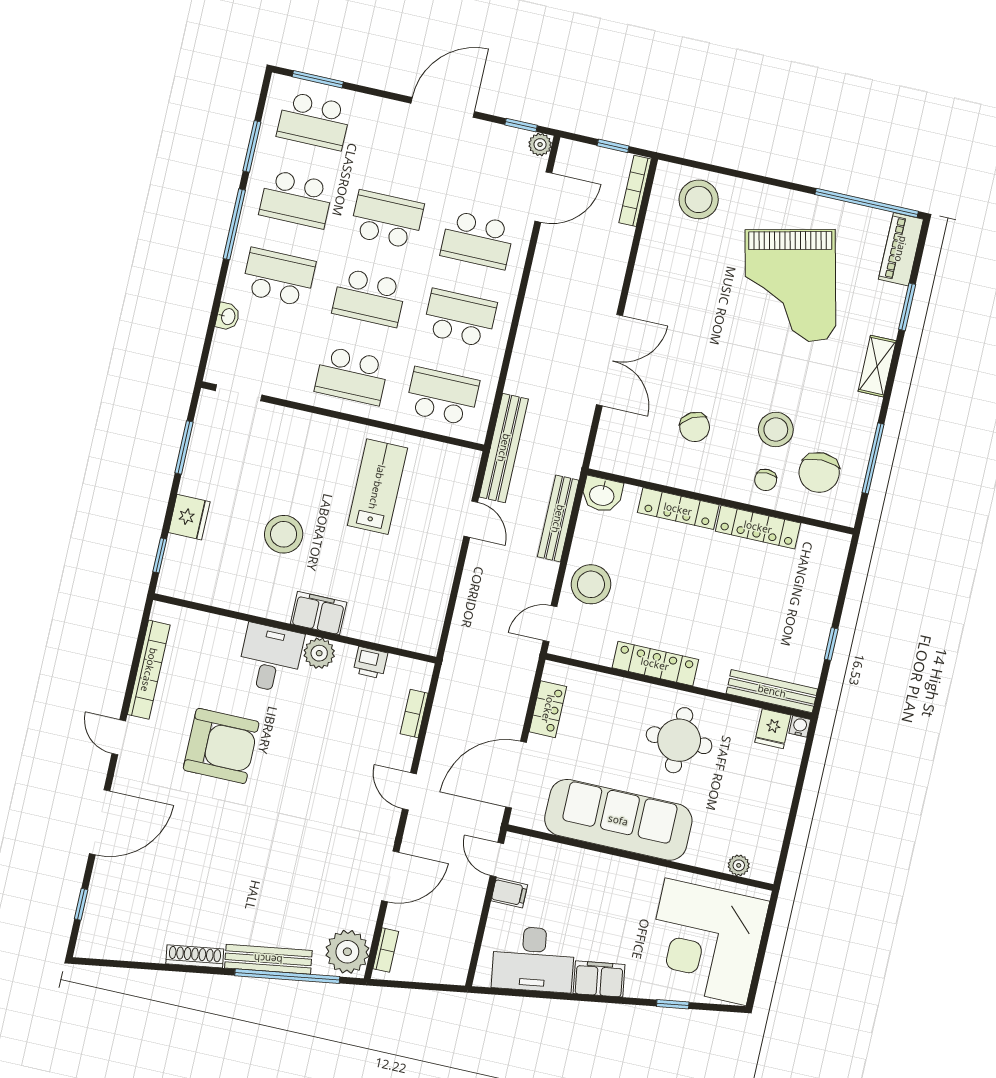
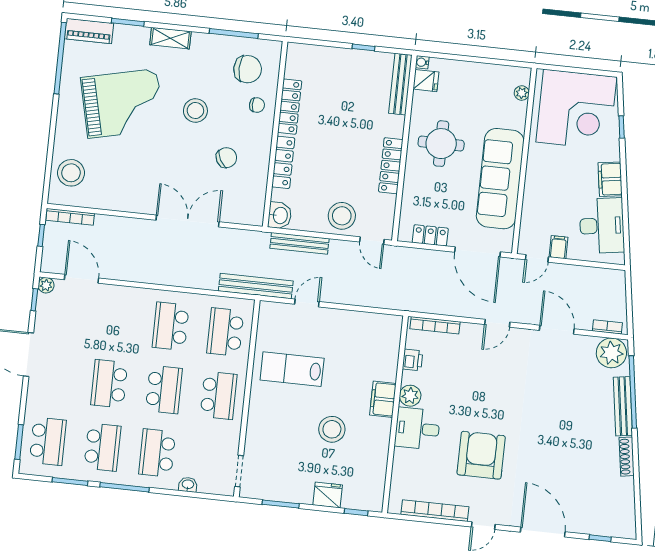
school desk: (478, 240) -> (116, 320), removed
stool: (776, 430) -> (195, 111), moved
bookcase: (414, 713) -> (435, 325), width x1.56

